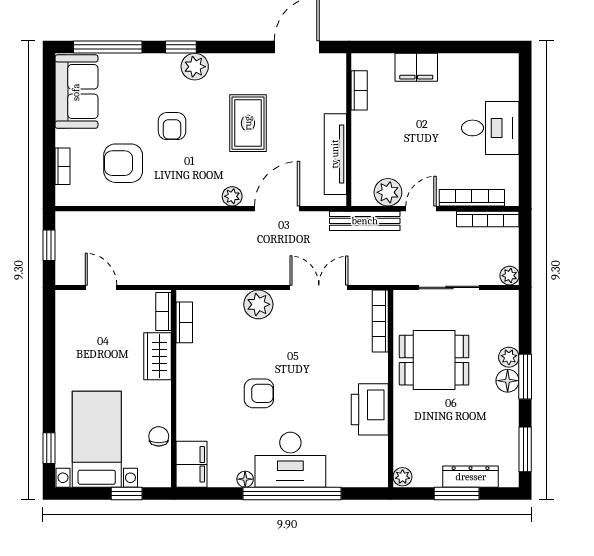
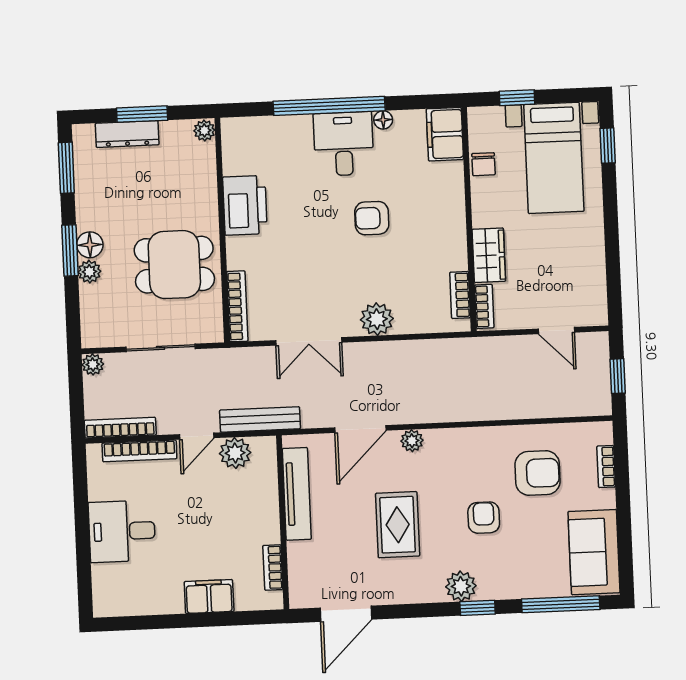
desk: (290, 460) -> (344, 144), width x0.73

